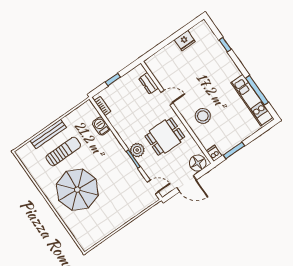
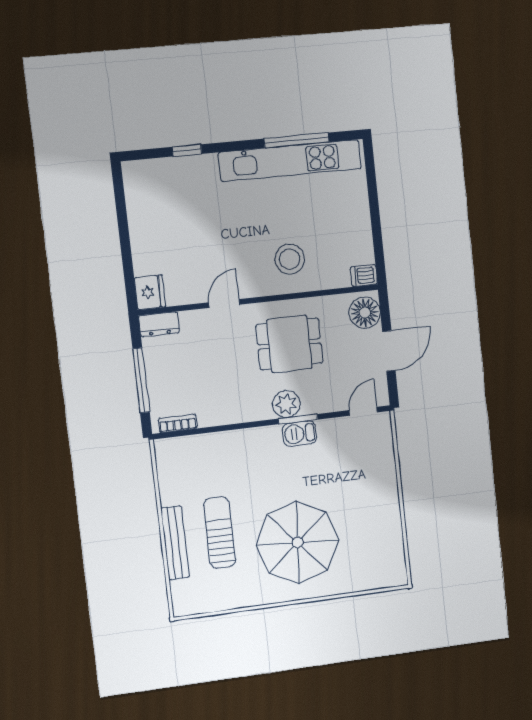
fridge: (185, 41) -> (150, 292), moved
window: (113, 79) -> (141, 380), width x2.17
dresser: (148, 83) -> (159, 324), moved
kitchen unit: (252, 100) -> (290, 161), width x1.36
barbecue: (101, 126) -> (300, 434), moved
dining table: (165, 137) -> (289, 344), turned 90
window: (234, 150) -> (377, 239), removed

